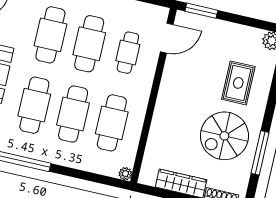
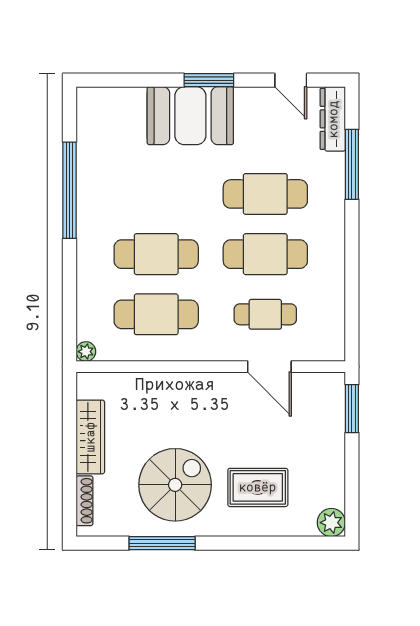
door: (167, 38) -> (269, 367), moved
cafe table: (34, 105) -> (156, 194), removed
spiral stairs: (224, 136) -> (175, 485), turned 90

